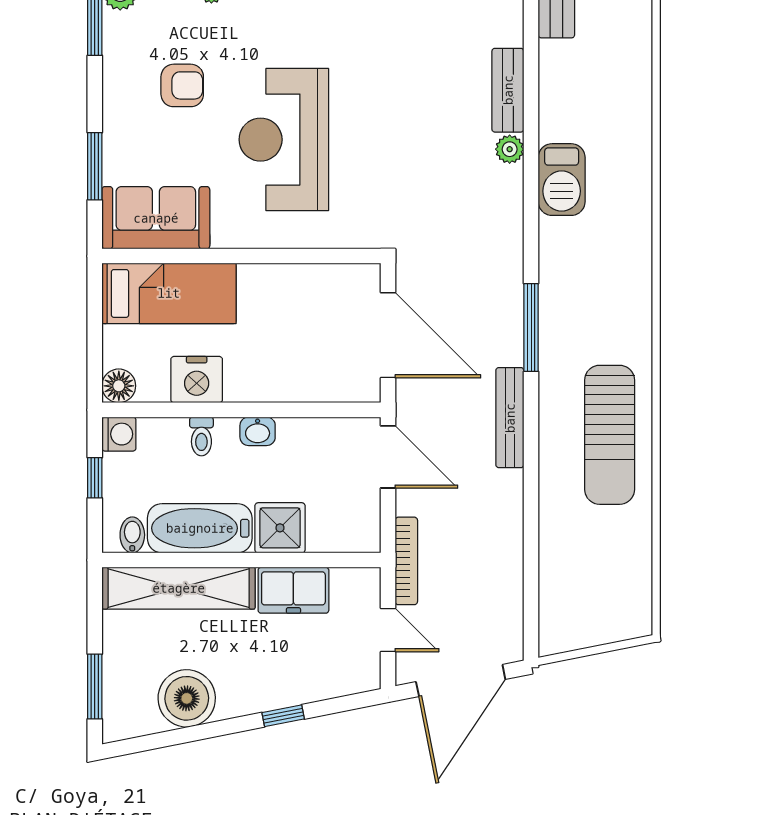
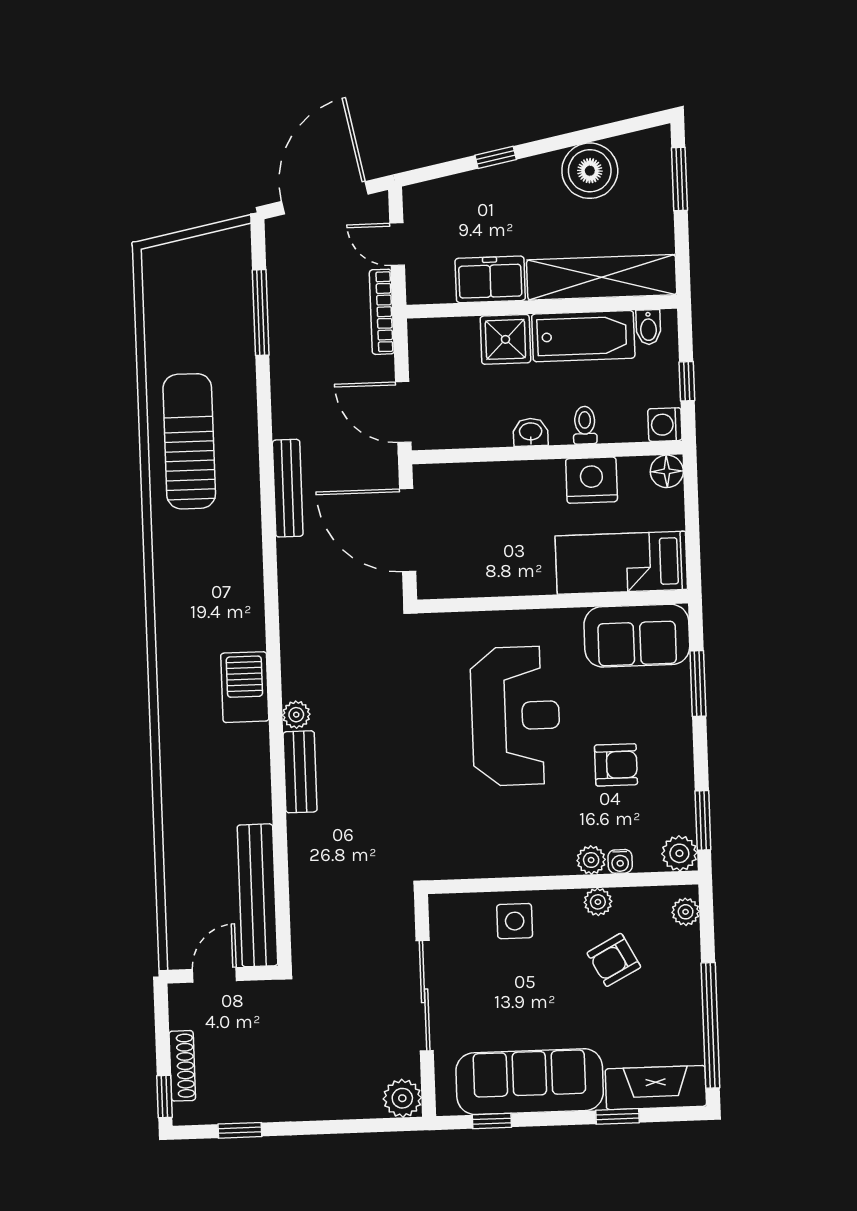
armchair: (182, 85) -> (616, 765), turned 180
window: (531, 328) -> (261, 312), moved
bench: (510, 418) -> (288, 488), moved

